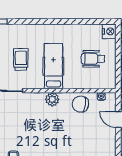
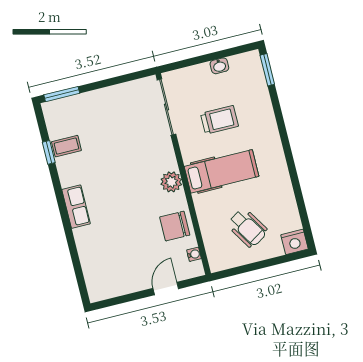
wheelchair: (93, 59) -> (248, 228), turned 148
chair: (80, 104) -> (175, 226), turned -98

